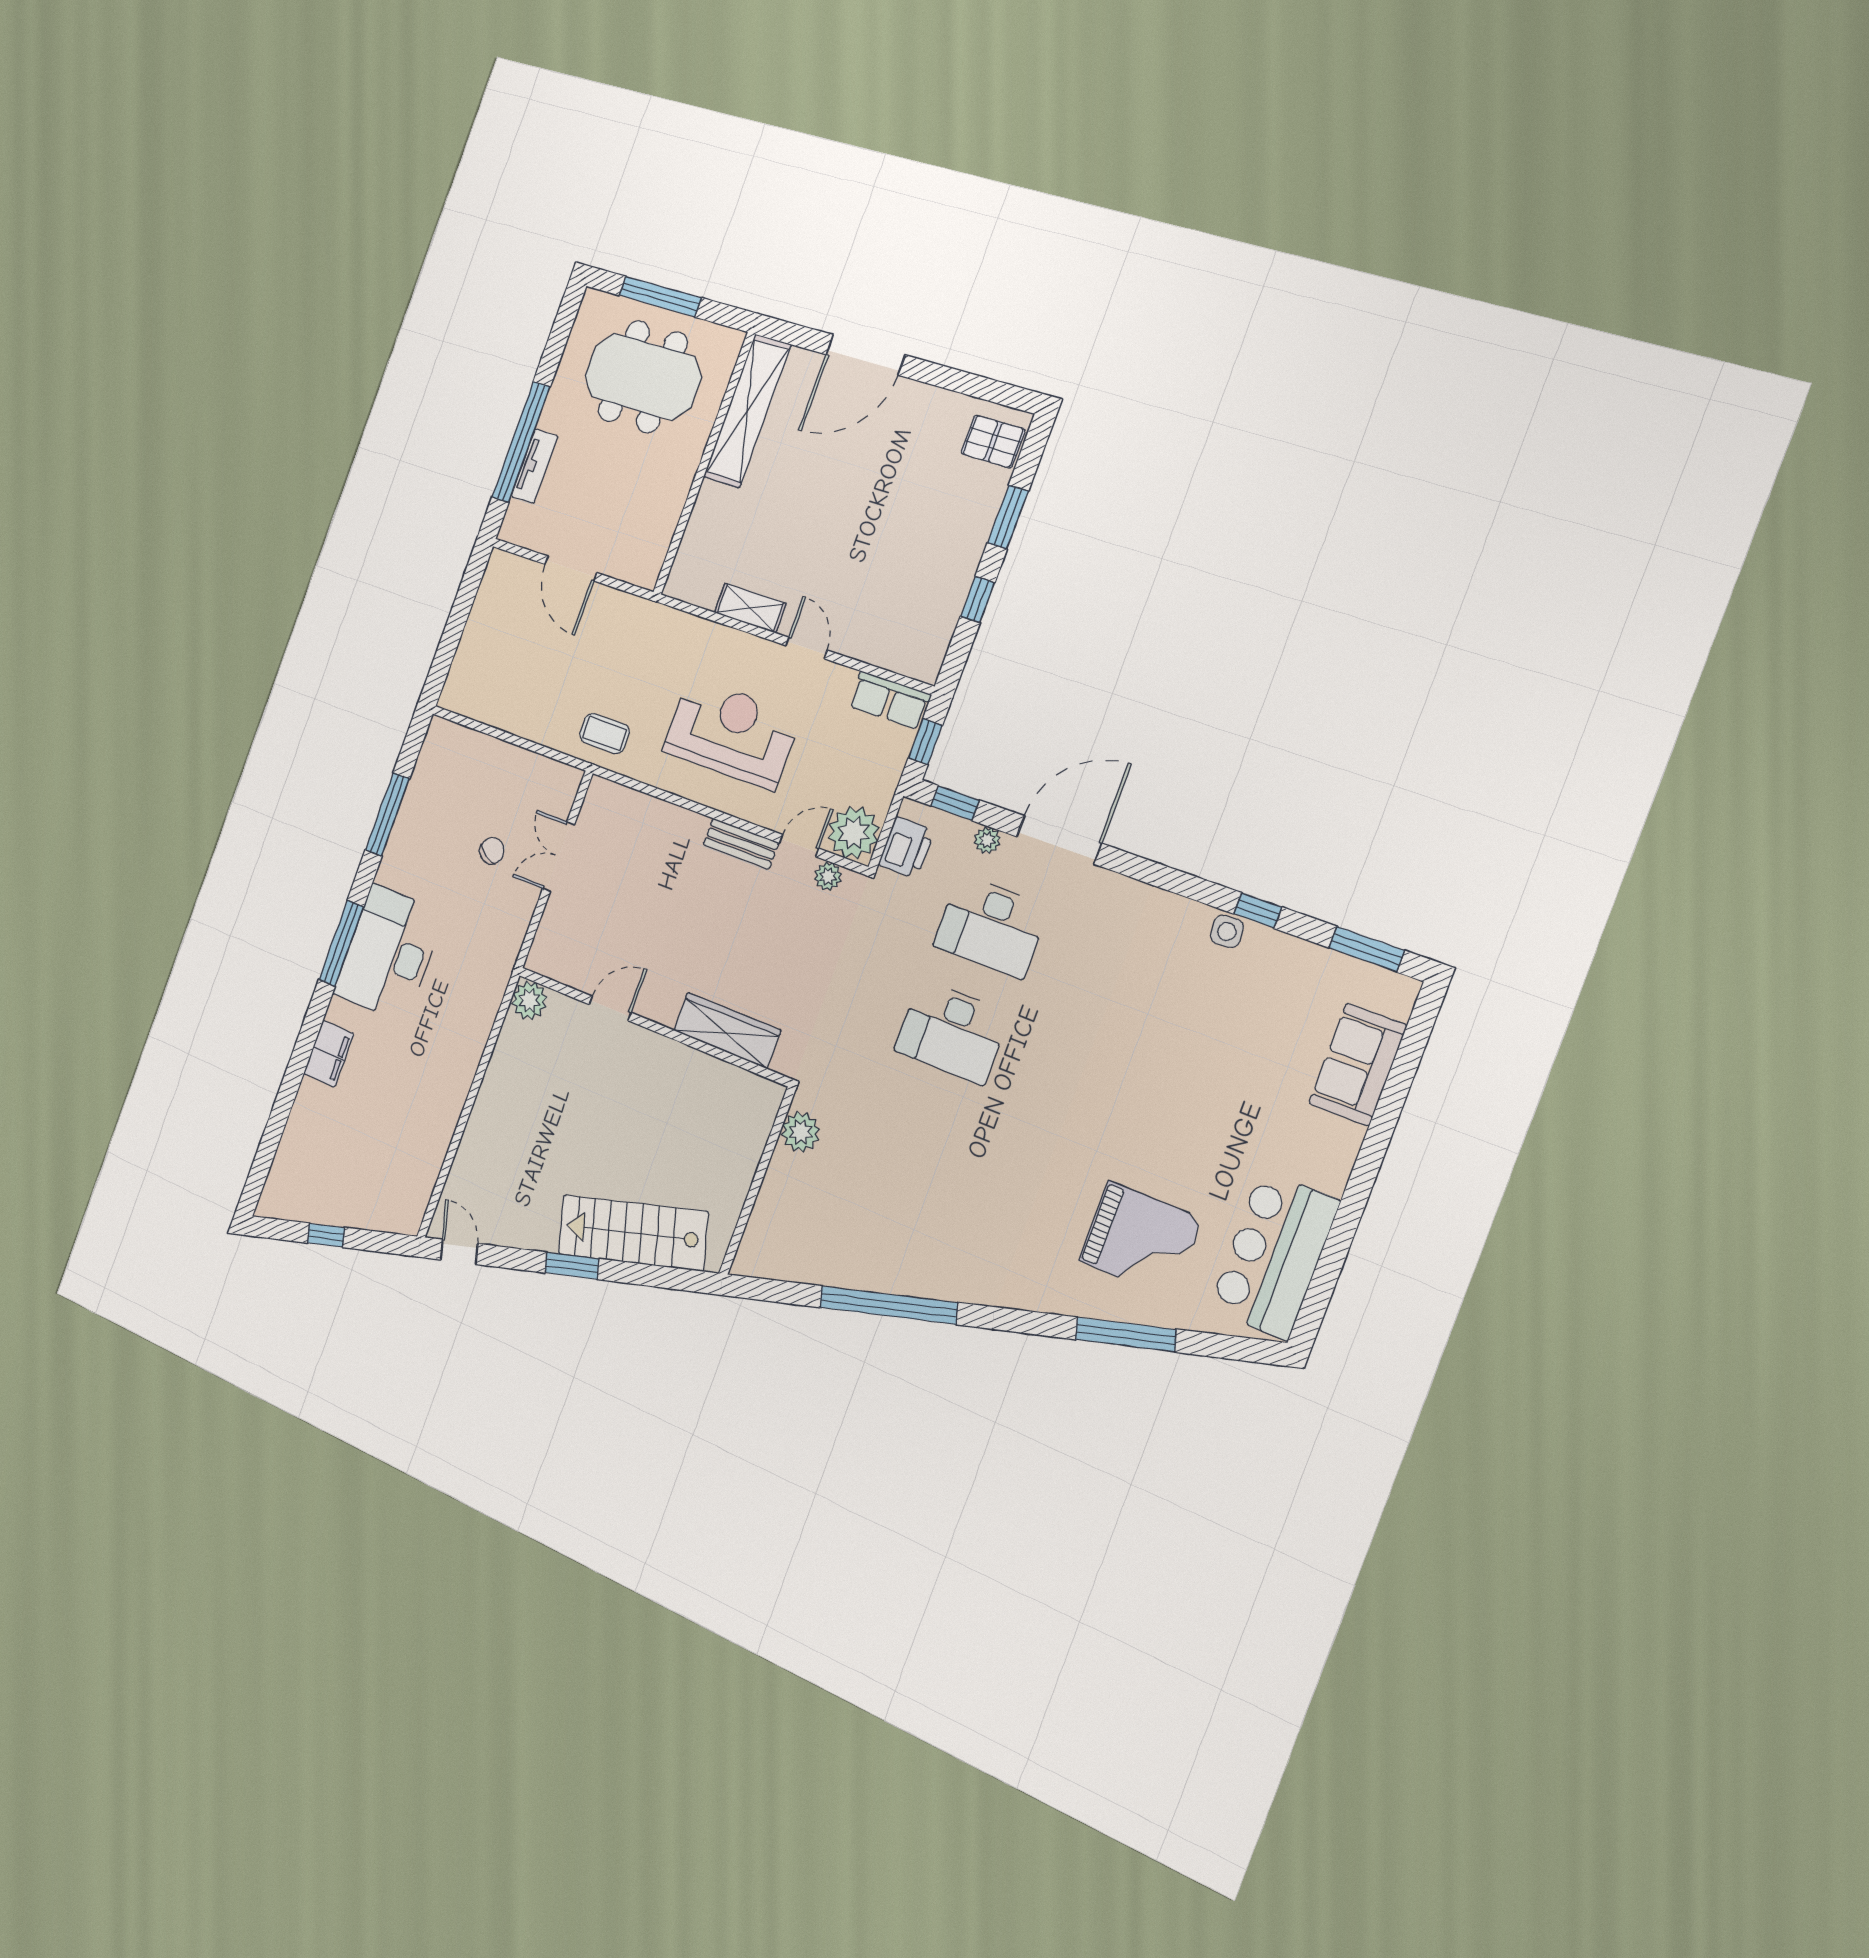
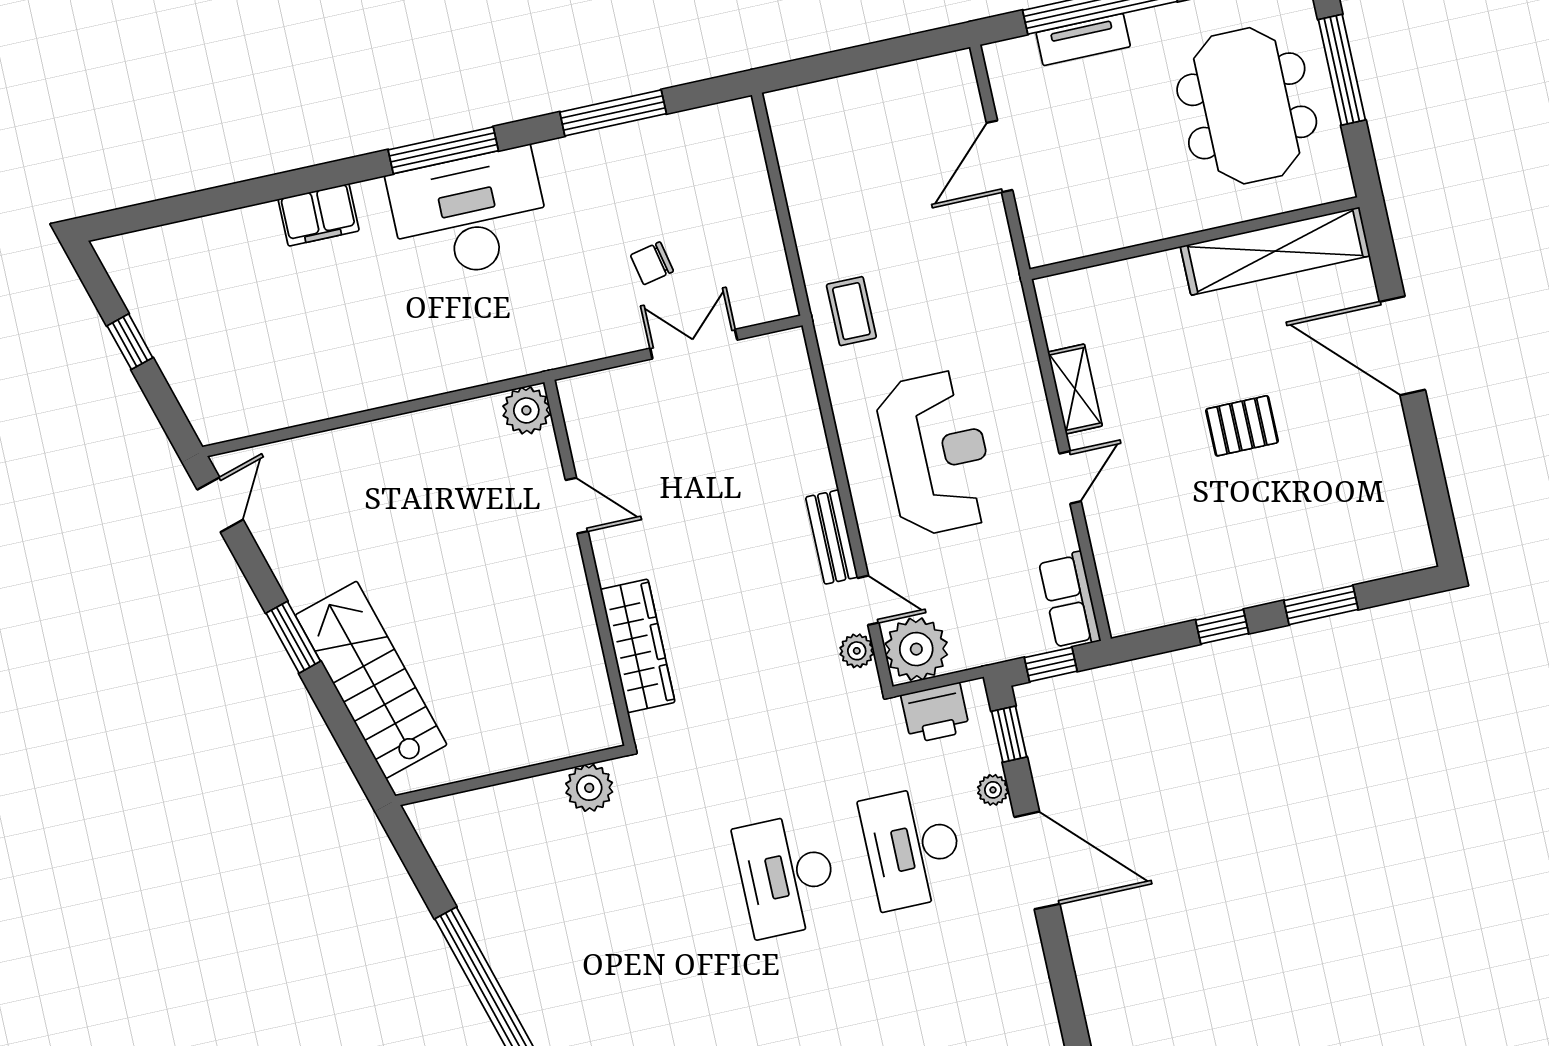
pallet: (993, 442) -> (1242, 426), moved, turned 90
chair: (492, 851) -> (652, 263), turned 137

